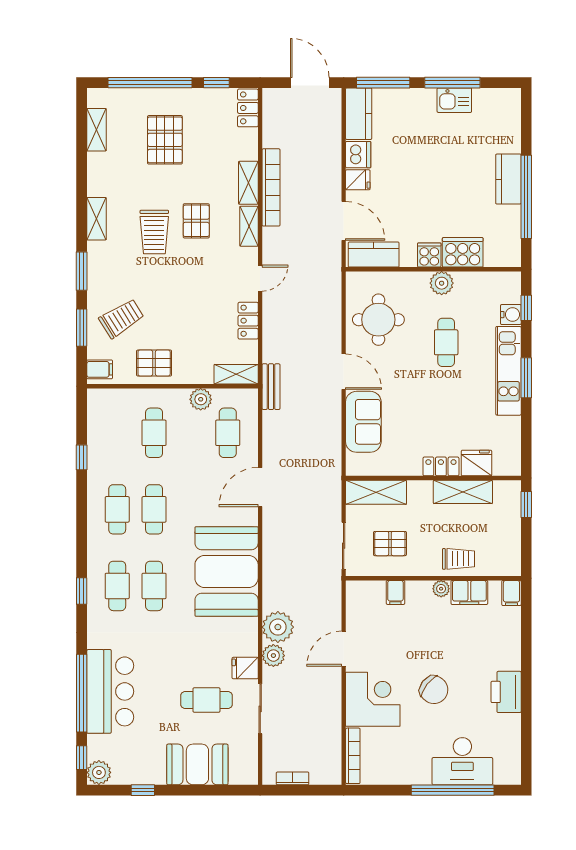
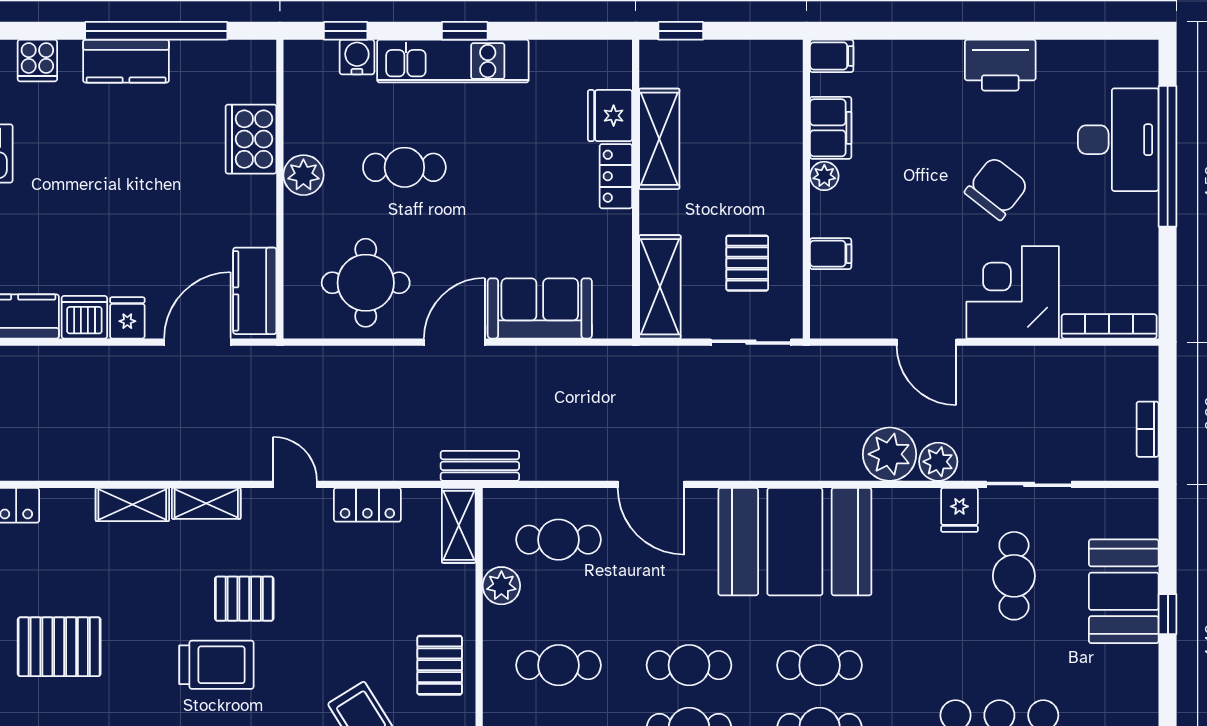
bookcase: (271, 187) -> (140, 466), removed
pallet: (196, 221) -> (244, 599), moved
cooker: (429, 255) -> (37, 61), moved, turned -90
window: (526, 378) -> (465, 31), width x0.67
trolley: (458, 559) -> (774, 146), removed
window: (143, 790) -> (1168, 614), moved

